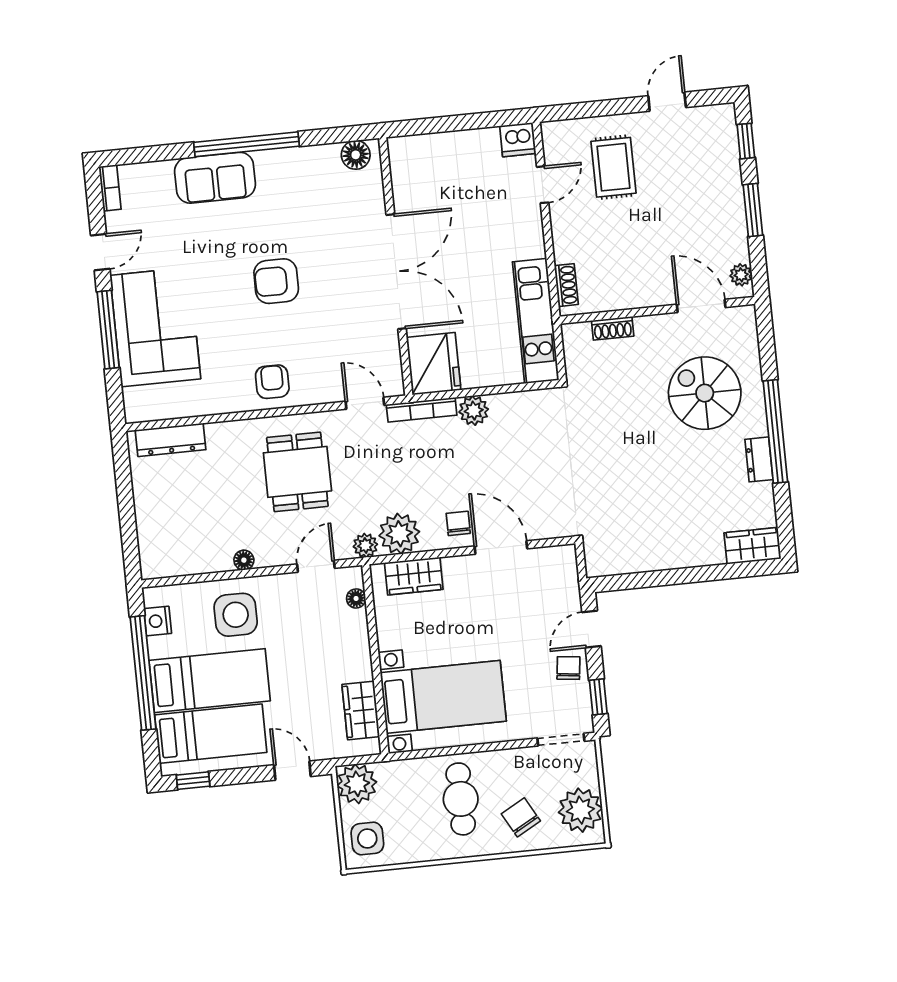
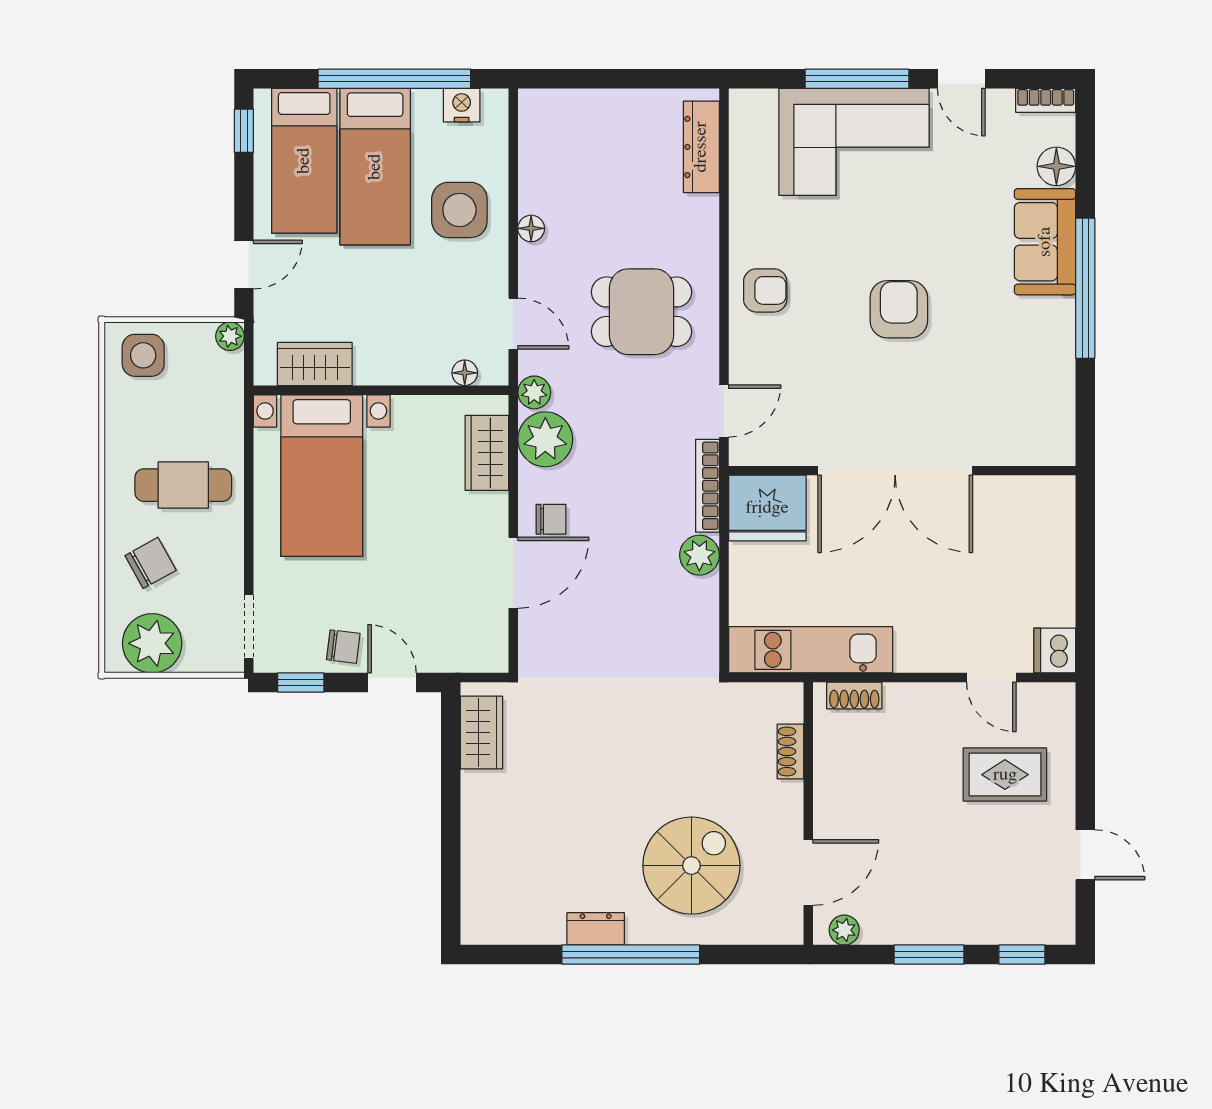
floor lamp: (356, 155) -> (1056, 166), moved
wardrobe: (753, 546) -> (481, 733), moved
plant: (357, 784) -> (230, 336), width x0.53, depth x0.53

